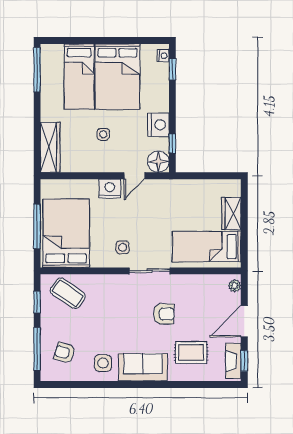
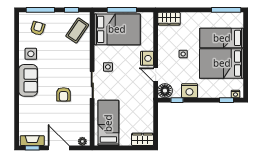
wardrobe: (50, 147) -> (169, 19), width x0.67
wardrobe: (231, 214) -> (143, 139), moved
rug: (191, 353) -> (38, 112), removed

